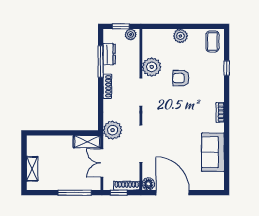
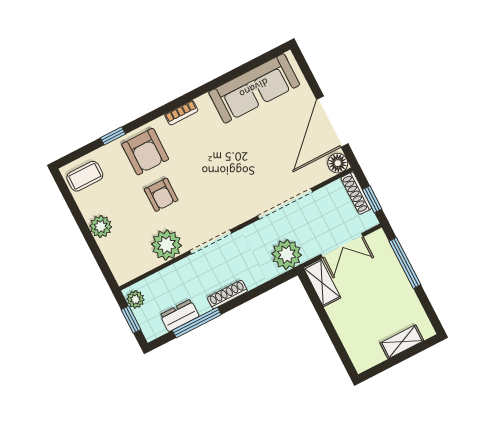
armchair: (209, 82) -> (145, 152), added
sofa: (213, 152) -> (254, 88), width x1.36

